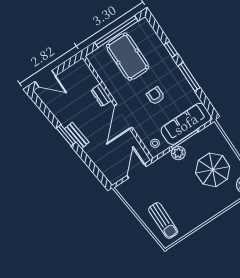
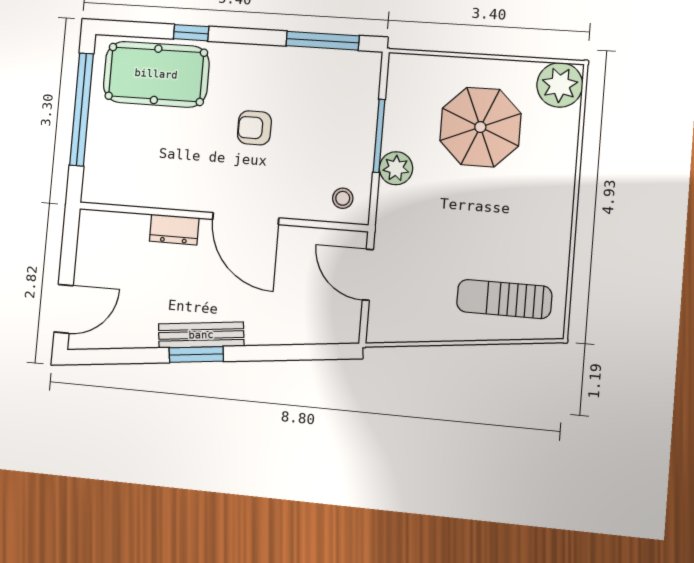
pool table: (128, 57) -> (156, 74), moved
window: (189, 77) -> (323, 41), moved
sofa: (186, 124) -> (352, 111), removed
bench: (77, 136) -> (201, 335), width x1.36
sun lounger: (163, 221) -> (504, 299), turned 180

